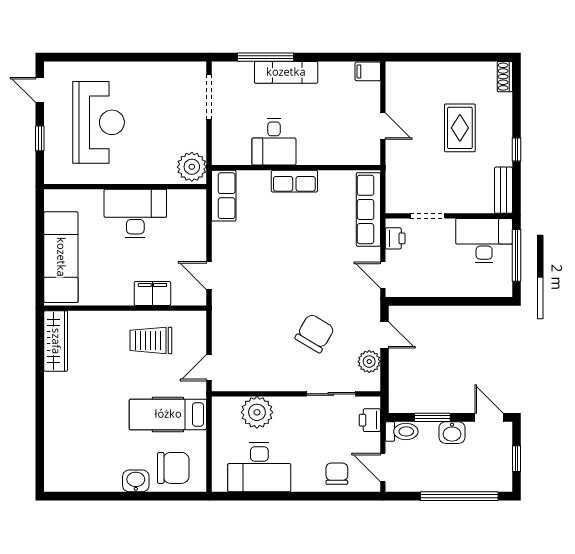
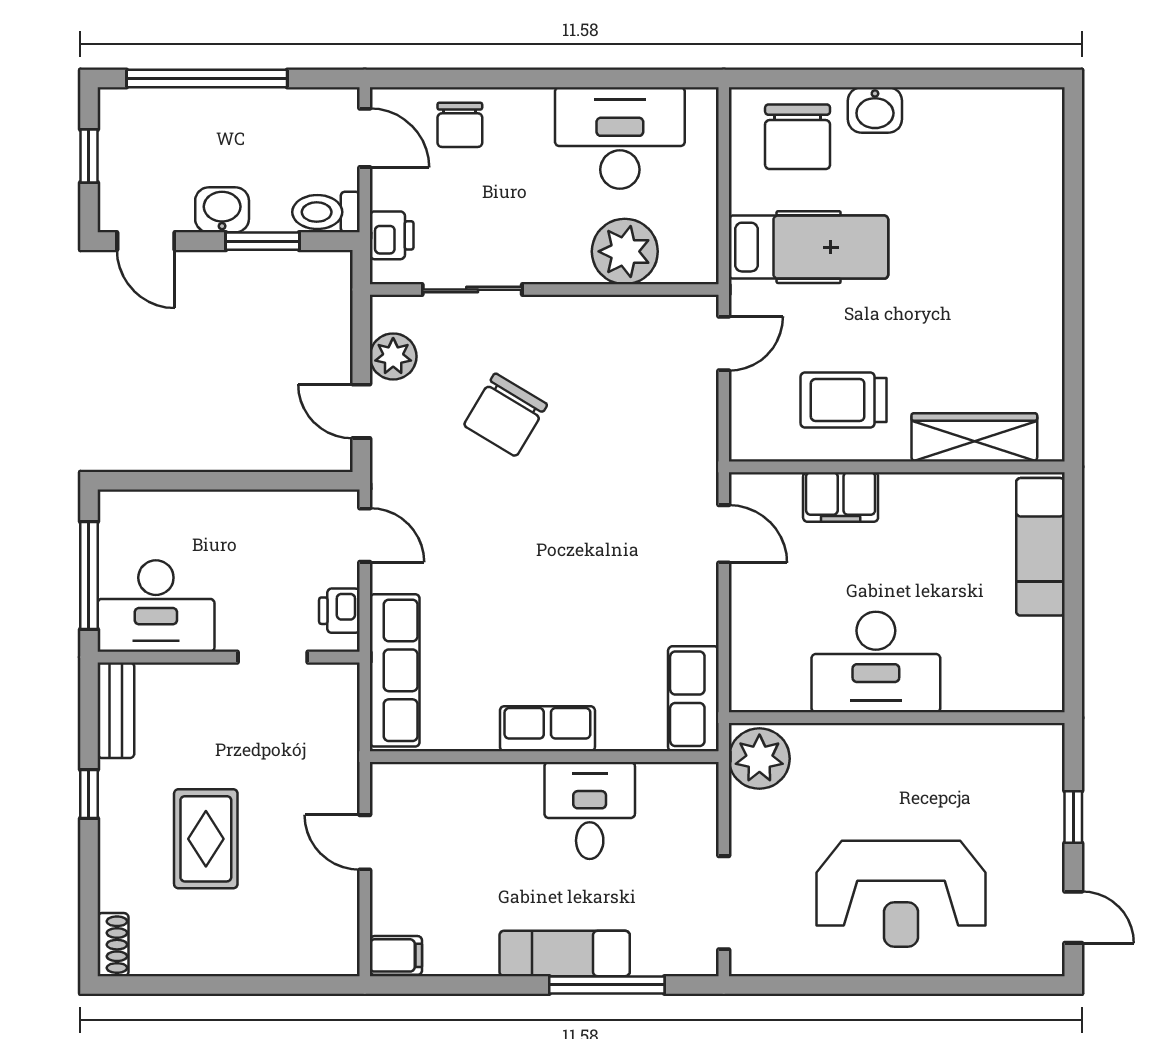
reception desk: (99, 122) -> (901, 894), moved, turned -90
exam couch: (61, 257) -> (1040, 547), width x0.73, depth x0.69
trolley: (151, 340) -> (844, 400), turned 180
wardrobe: (56, 341) -> (974, 437), moved, turned 90
chair: (173, 468) -> (798, 137), turned -90

